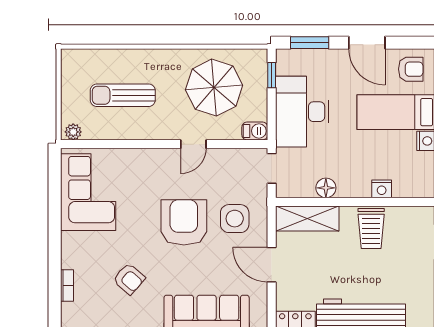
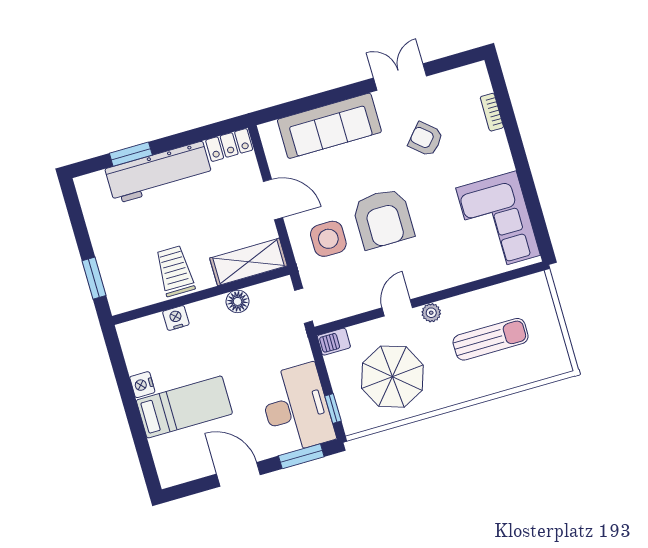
armchair: (411, 69) -> (182, 459), removed
desk: (302, 112) -> (296, 408), moved
plant: (73, 132) -> (431, 313), moved

